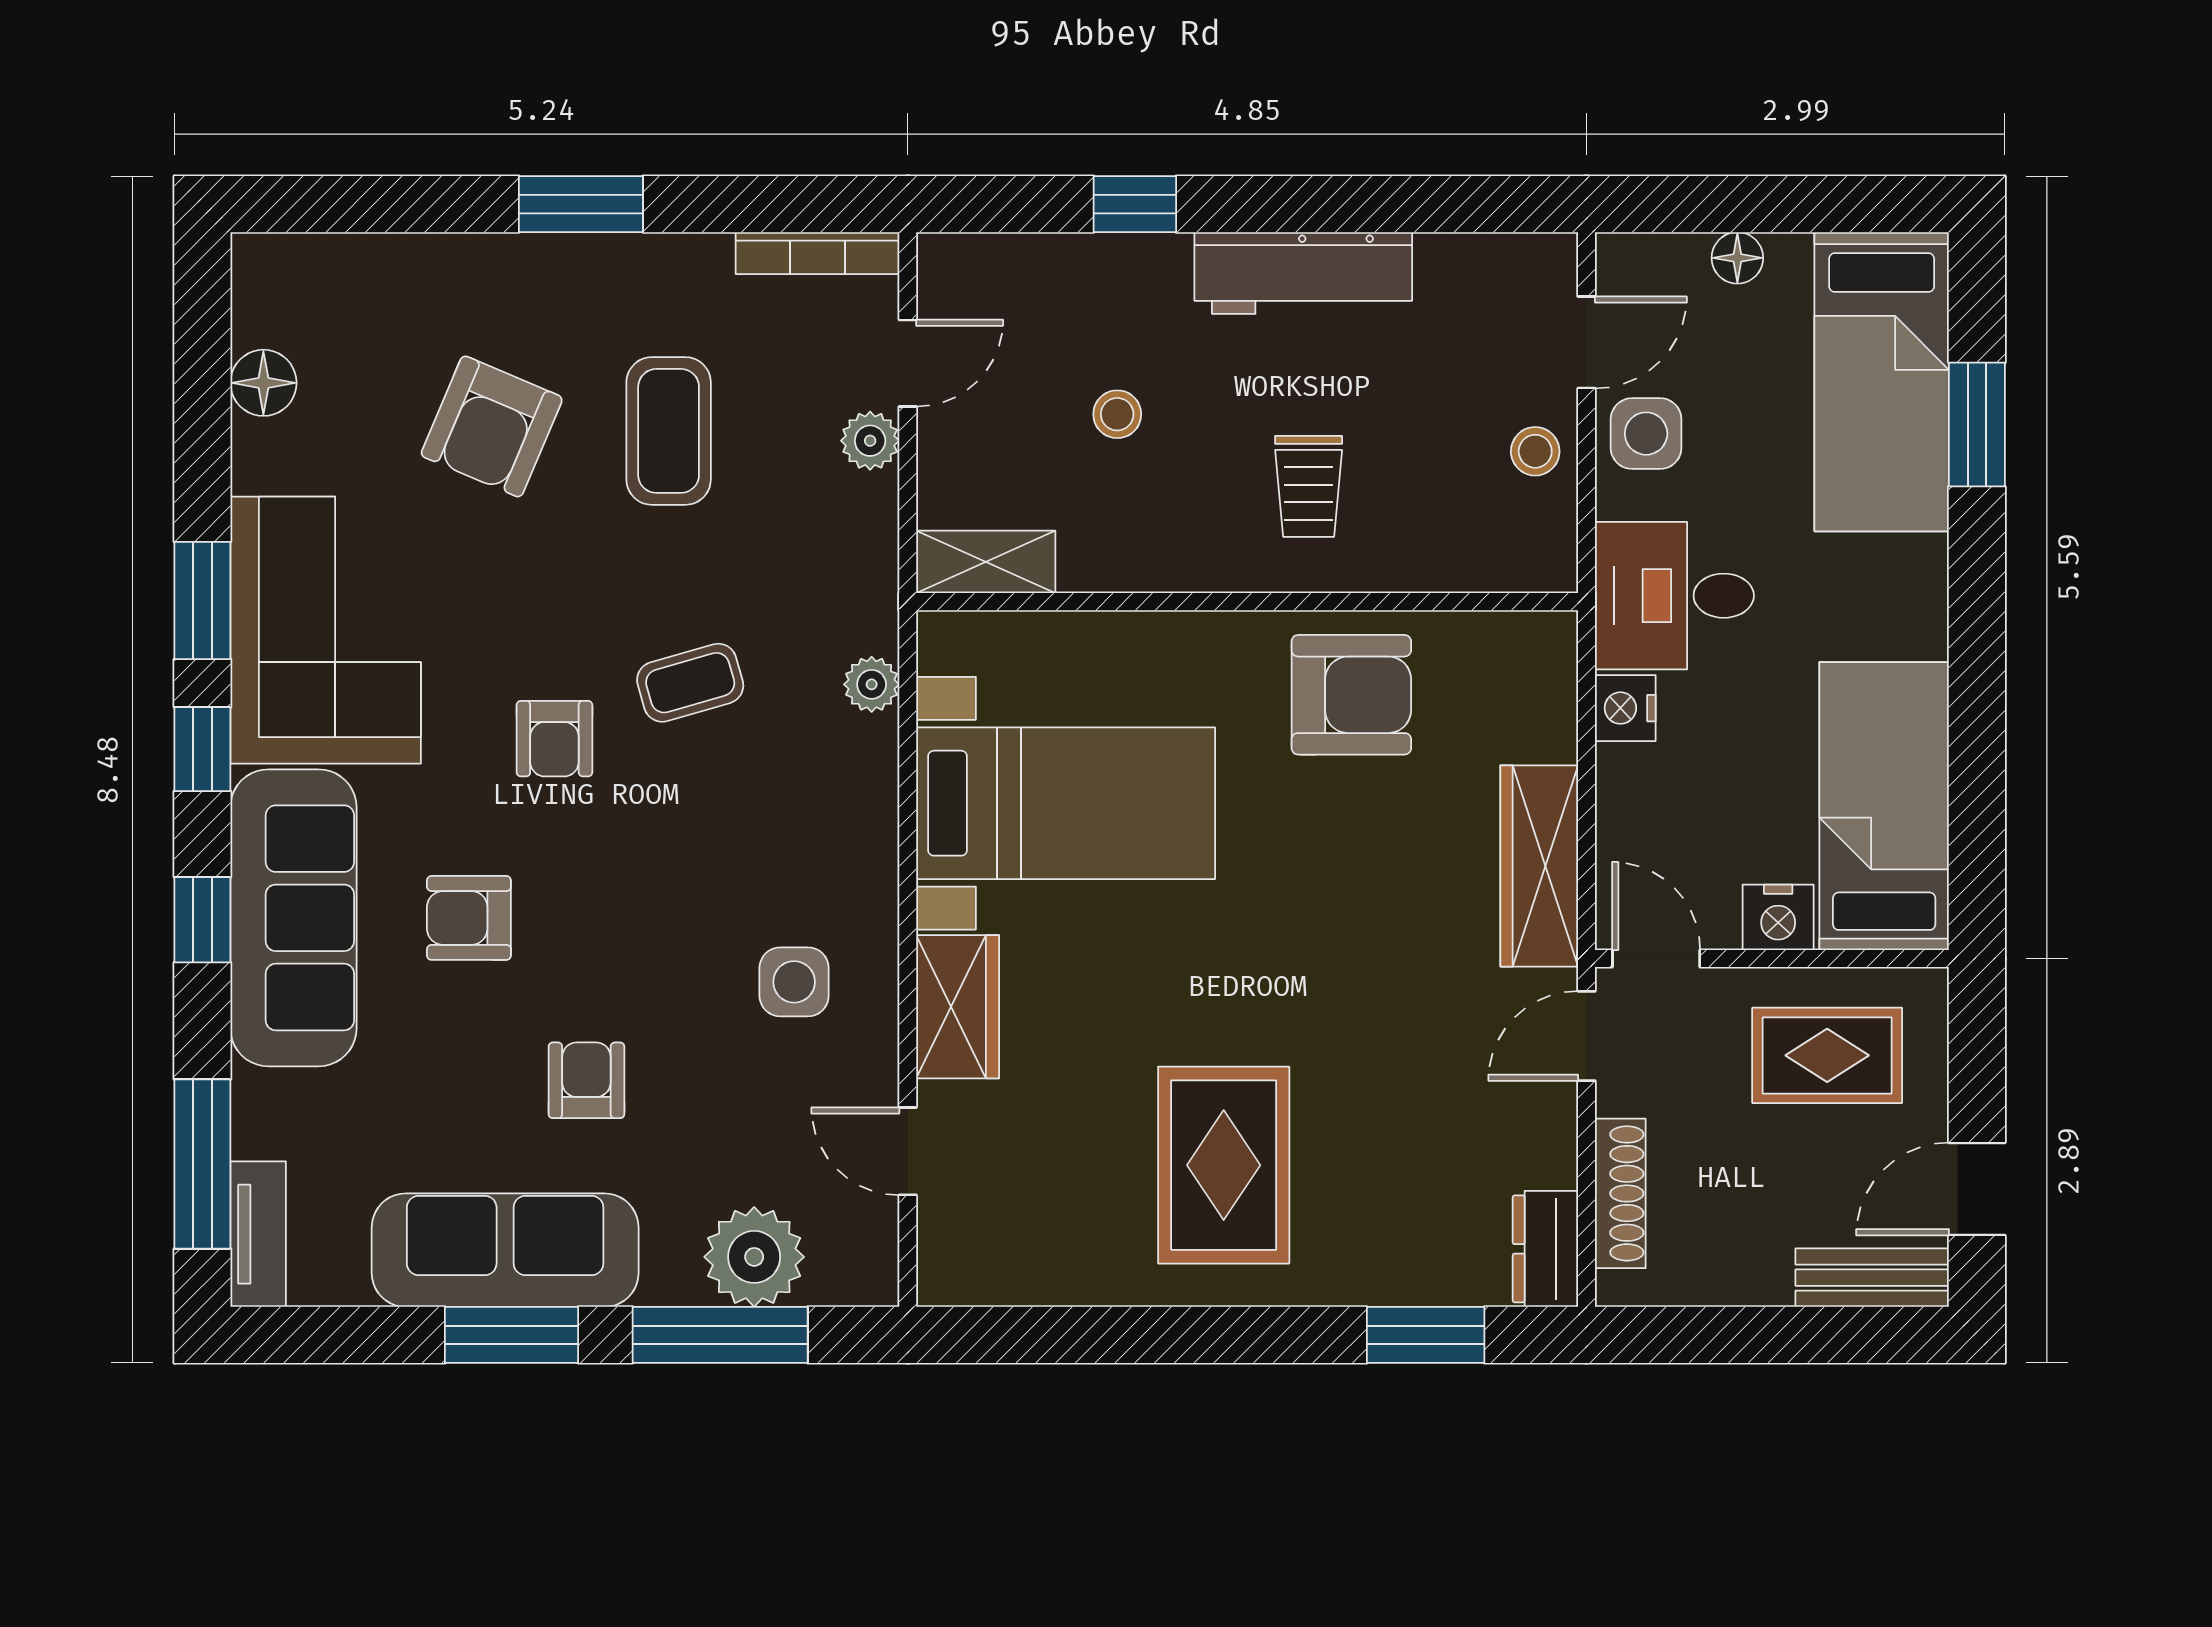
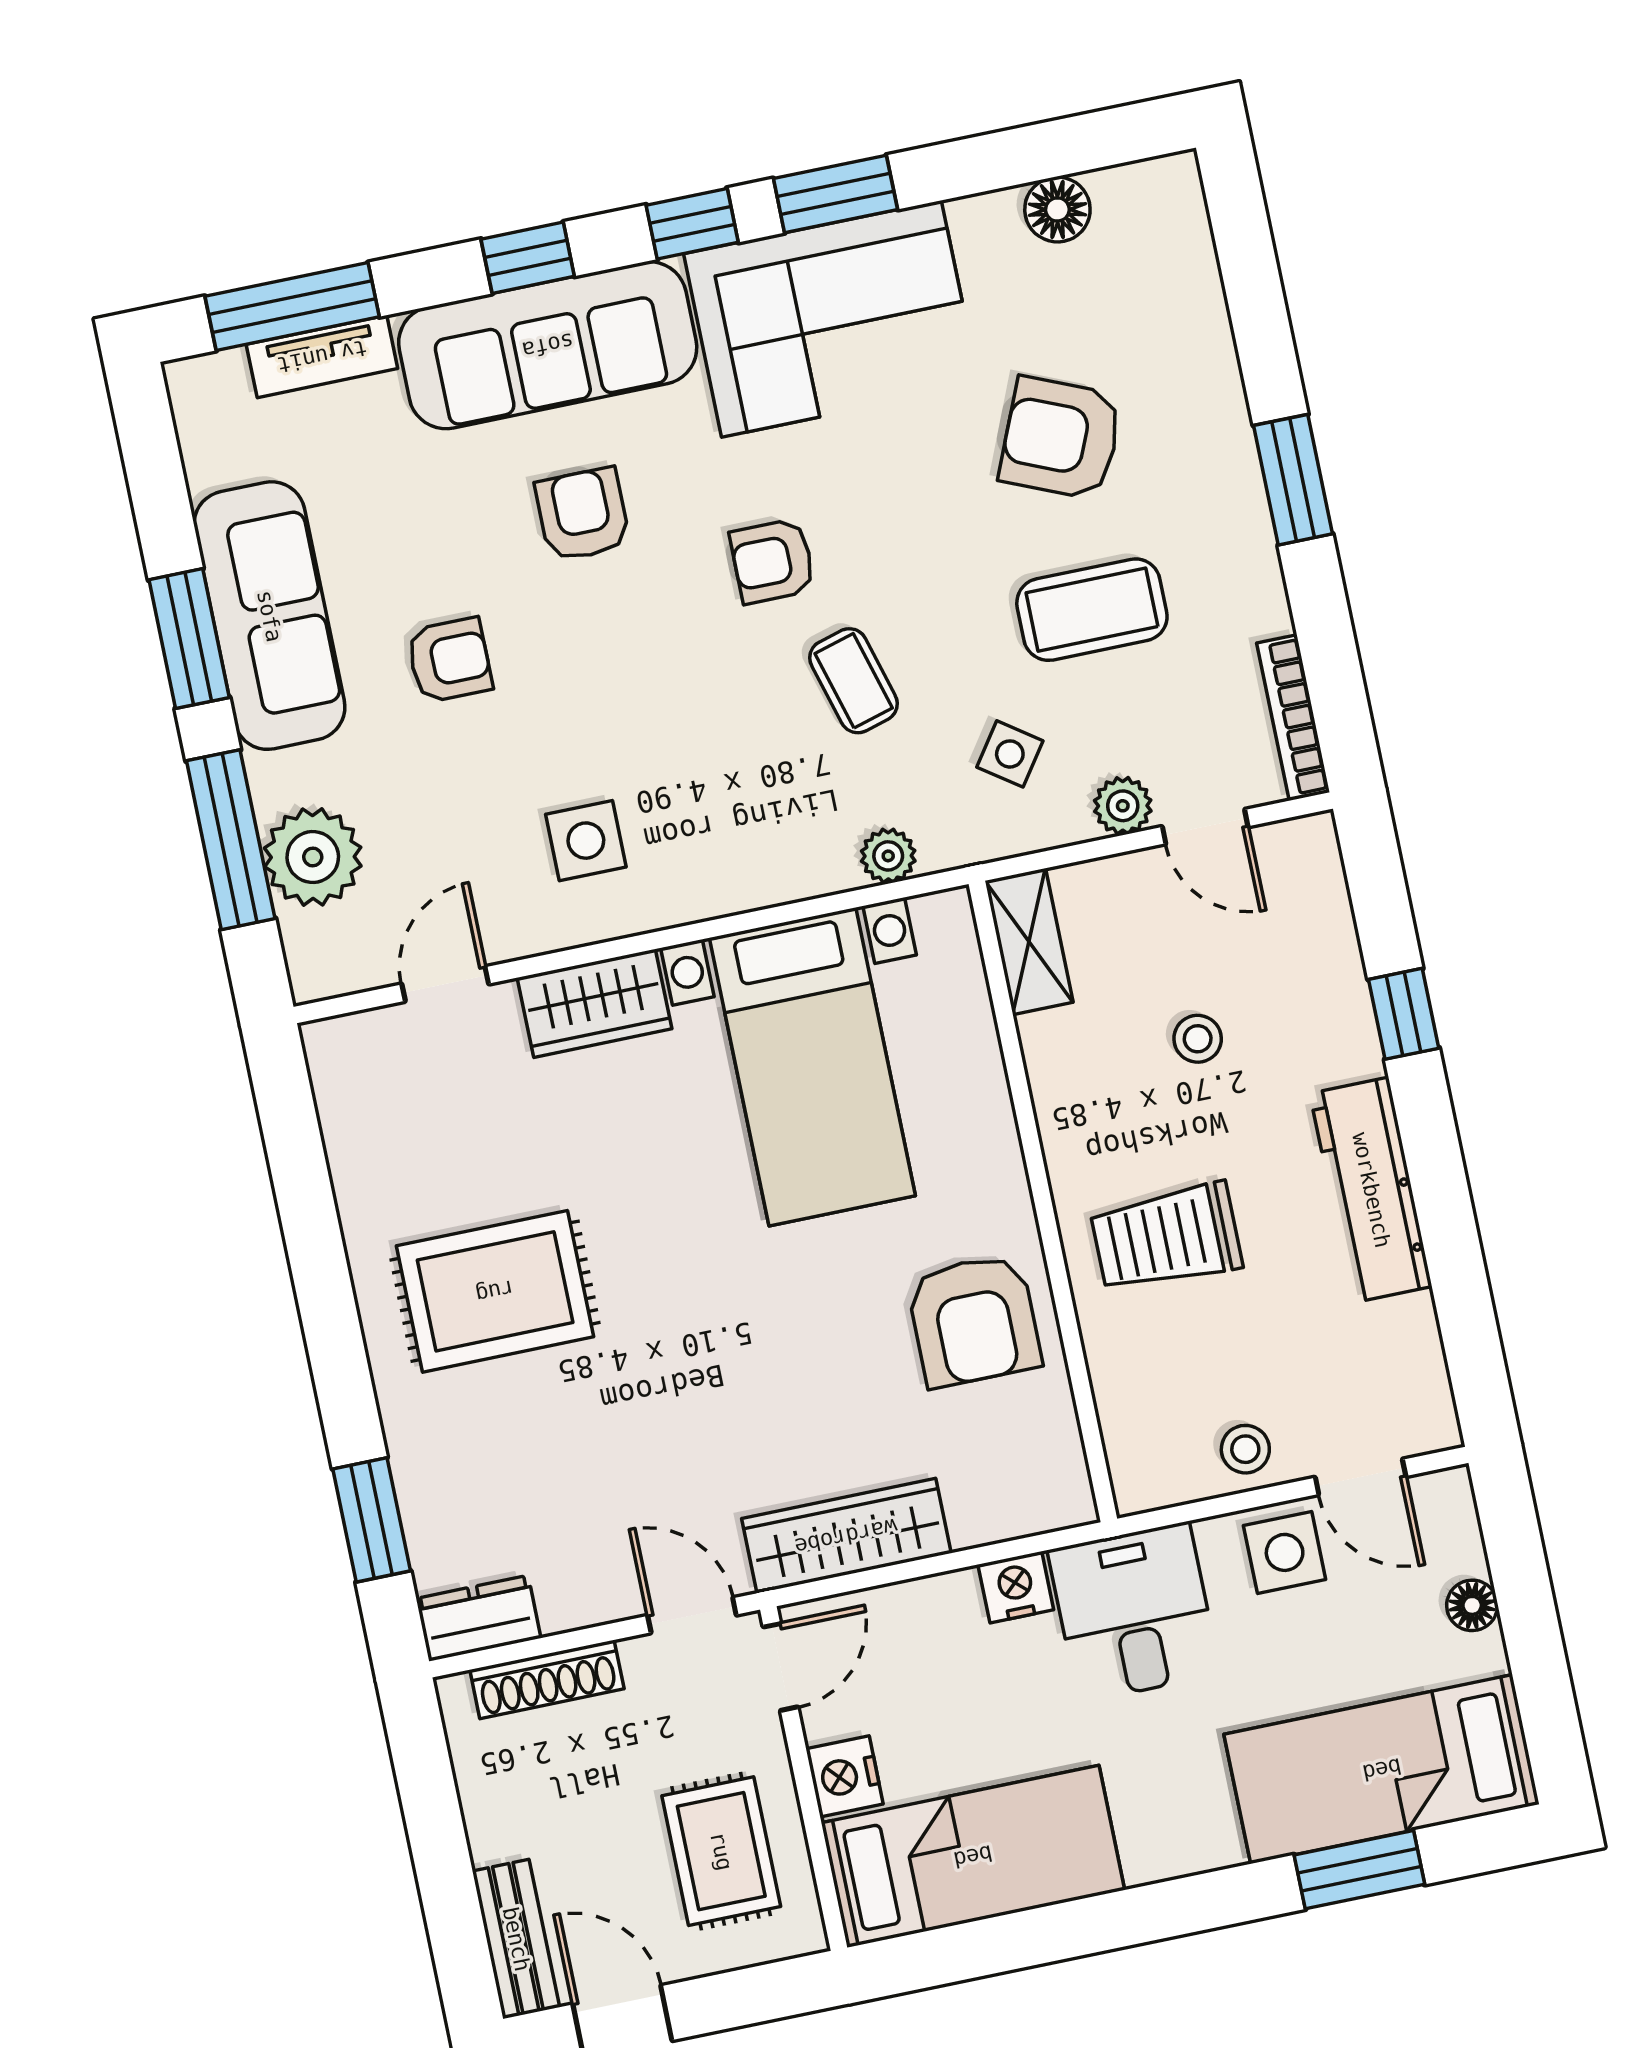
trolley: (1309, 486) -> (1166, 1238), width x1.36, depth x1.39
side table: (795, 542) -> (1010, 754), added
tv unit: (258, 1234) -> (322, 356), moved

